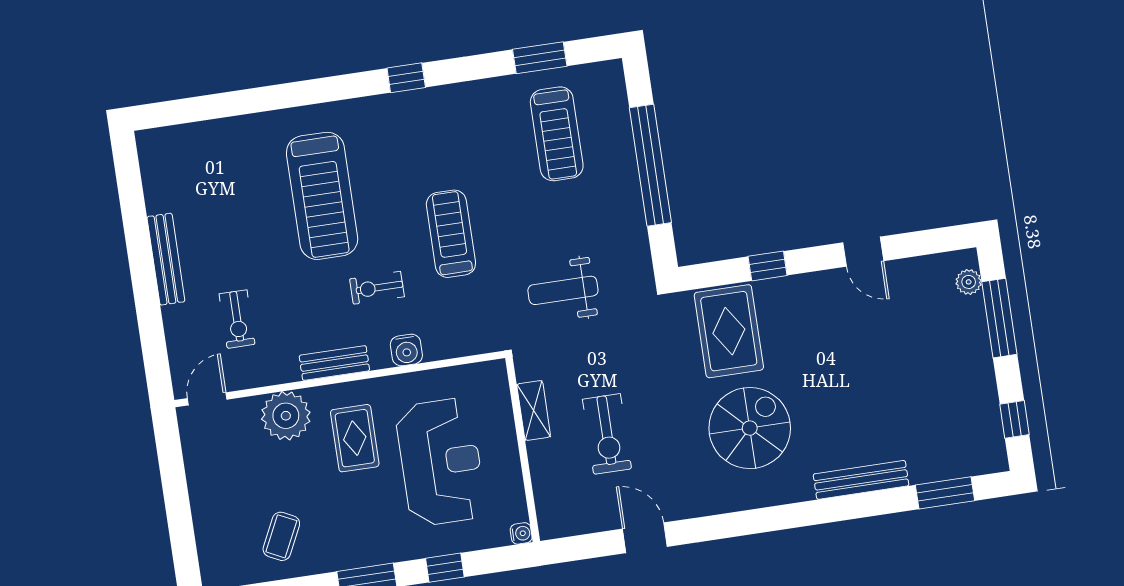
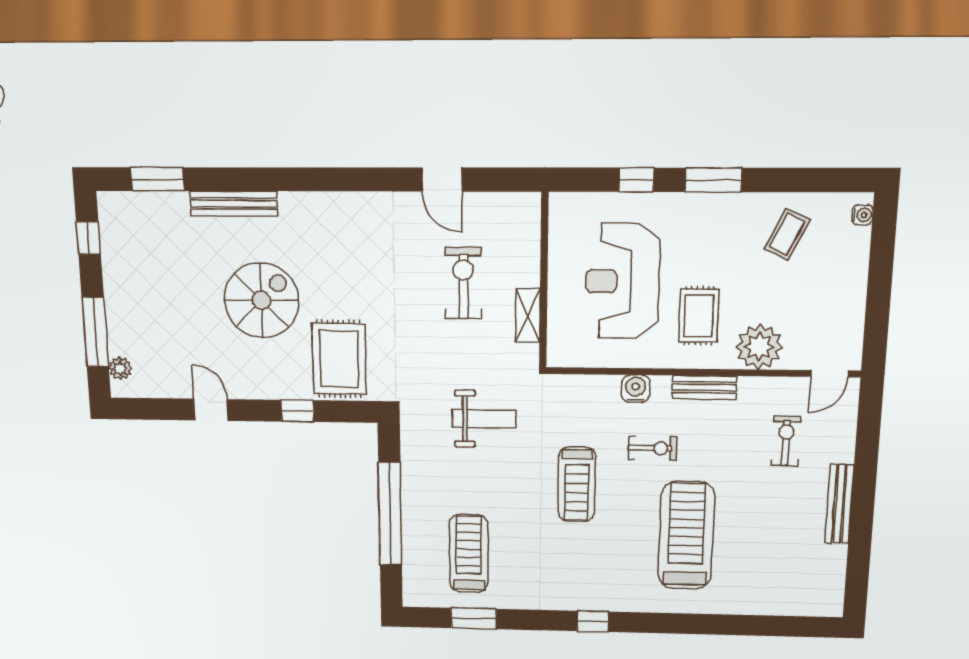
spiral stairs: (750, 428) -> (262, 300), moved, turned 180
water cooler: (521, 533) -> (862, 215), moved, turned 180

